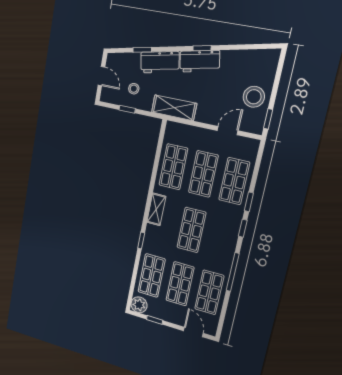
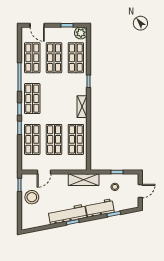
workbench: (200, 61) -> (67, 214), width x1.38
door: (101, 76) -> (140, 191), swing flipped
shop shelf: (191, 230) -> (32, 99), moved

